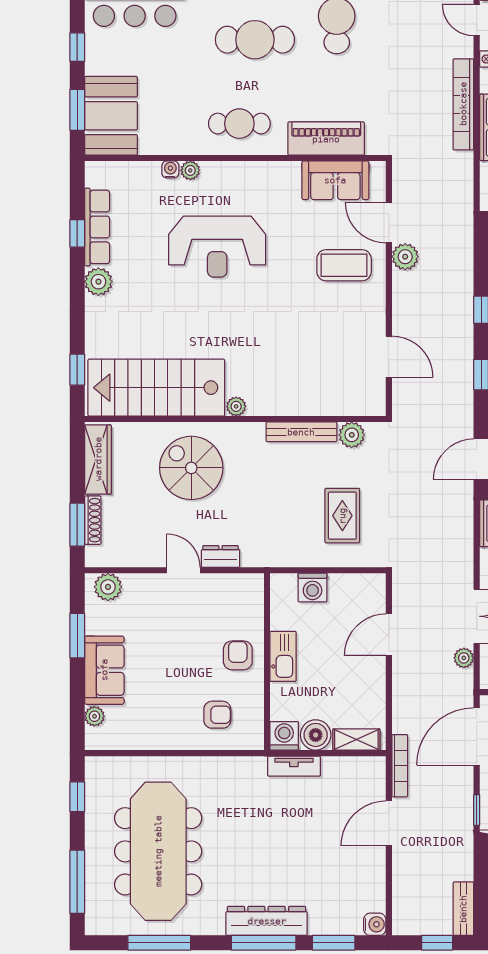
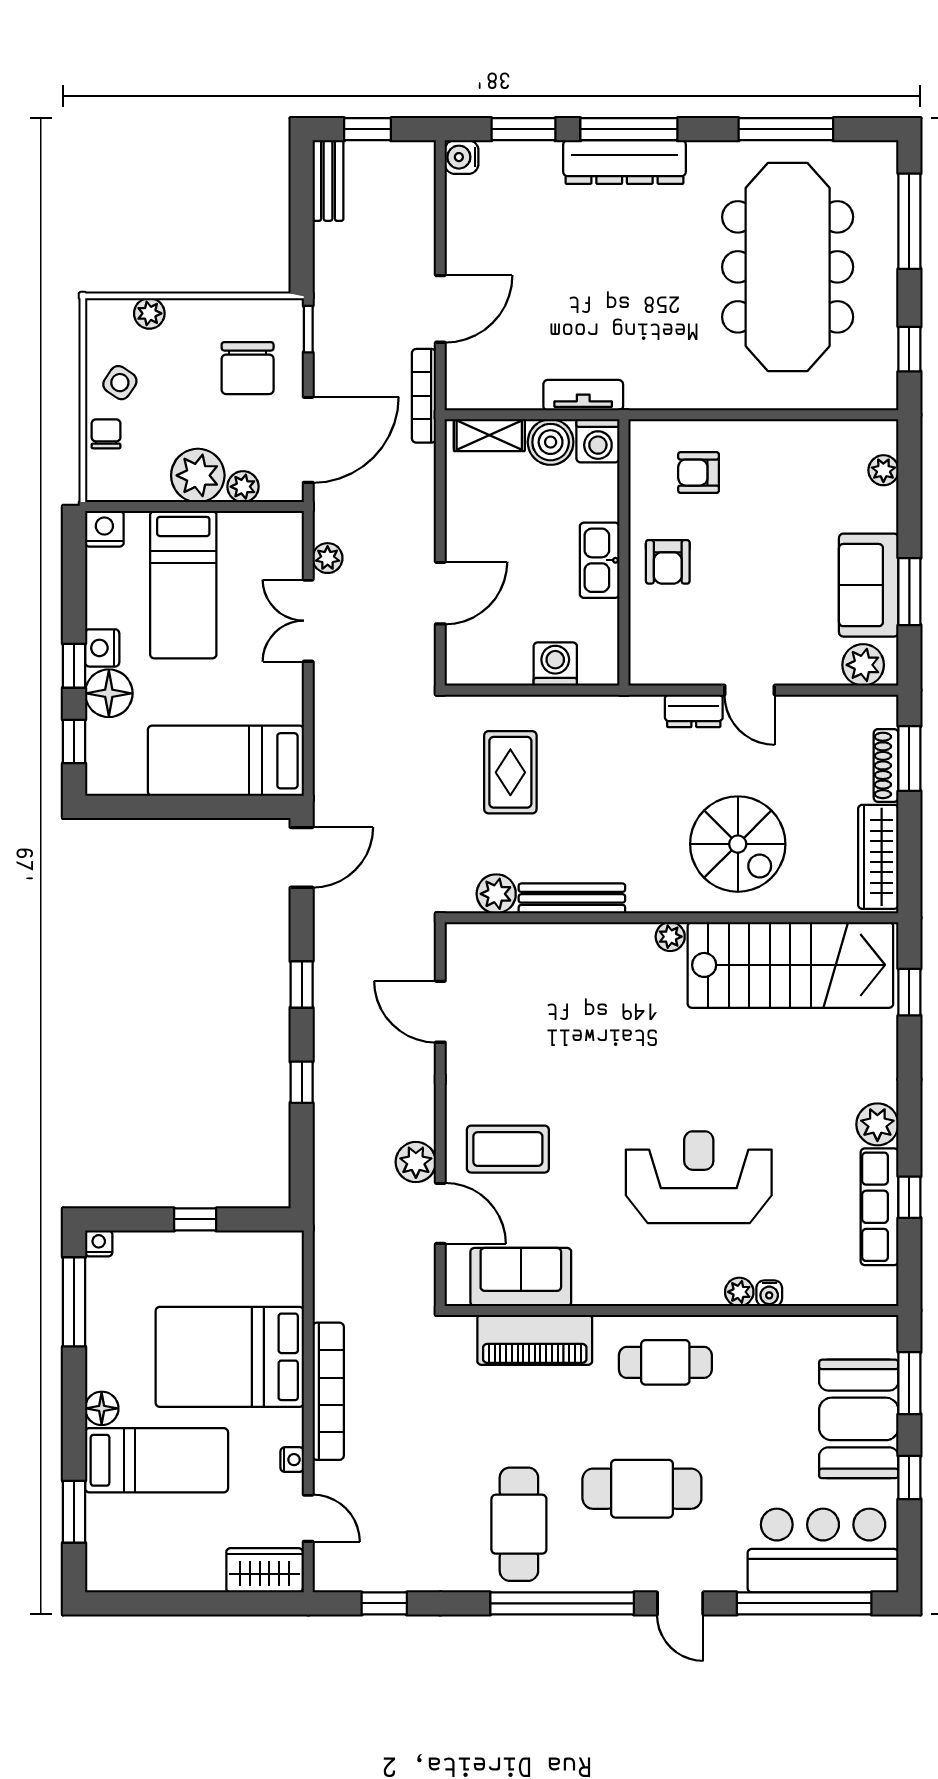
booth: (111, 116) -> (859, 1419), moved
sofa: (104, 670) -> (869, 585), moved

